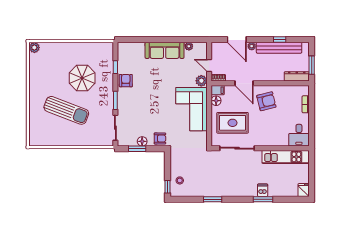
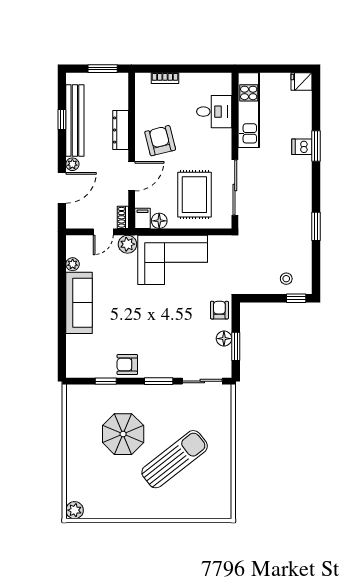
dresser: (297, 76) -> (121, 130), moved
sun lounger: (66, 110) -> (175, 459), turned 31
desk: (299, 135) -> (214, 112), moved

